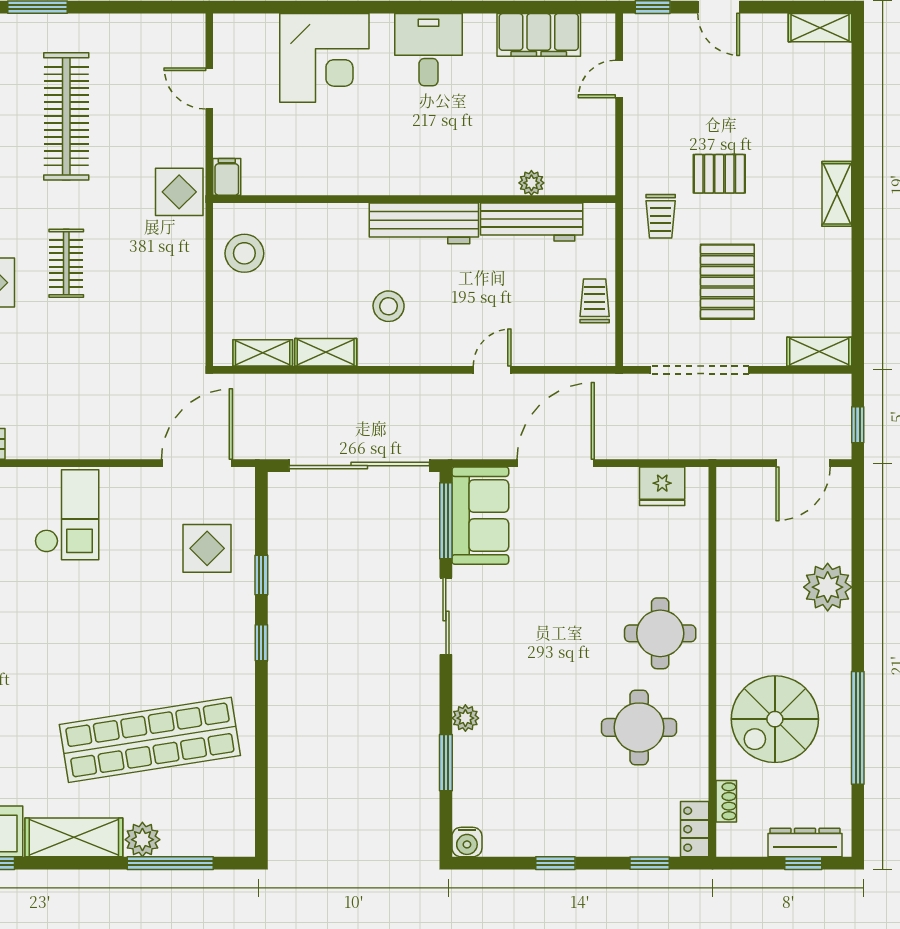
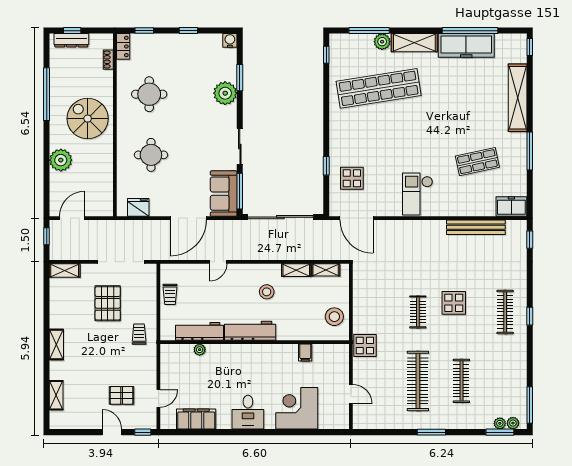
shelving: (820, 28) -> (56, 395), moved, turned 90
pallet: (719, 174) -> (122, 395), moved
filing cabinet: (227, 177) -> (305, 352), moved
door: (197, 463) -> (357, 218), hinge flipped
round table: (660, 633) -> (151, 155), moved
window: (261, 643) -> (326, 55), moved
plant: (465, 718) -> (225, 93), width x1.88, depth x1.88
spiral stairs: (775, 719) -> (88, 119), moved, turned -90

